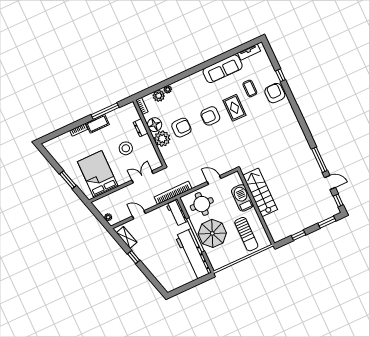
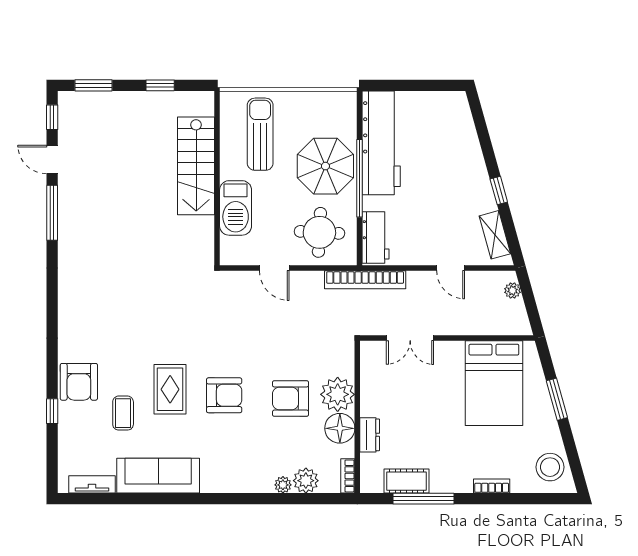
cot: (97, 124) -> (406, 481), moved
stool: (126, 148) -> (550, 467), moved
stairs: (260, 192) -> (196, 166), moved

